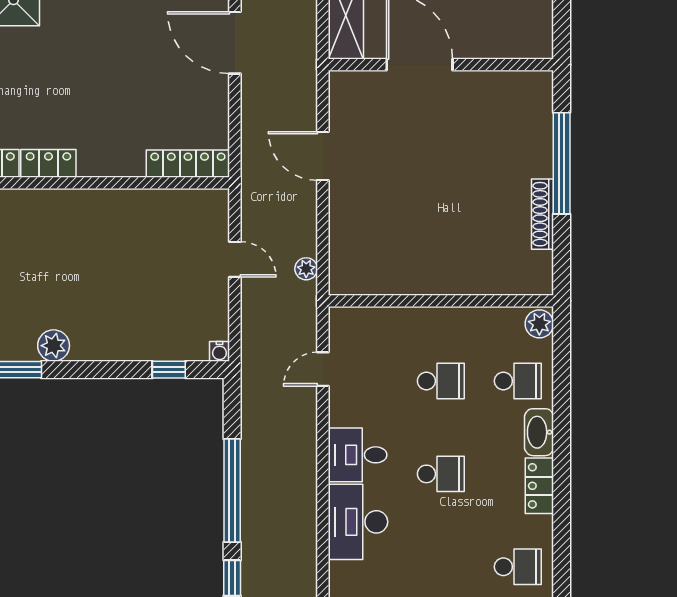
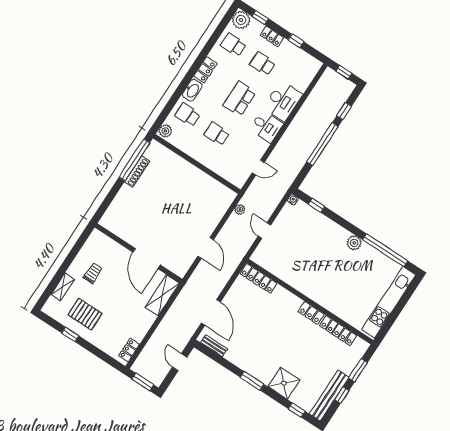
window: (562, 163) -> (134, 160), moved
school desk: (441, 474) -> (240, 99), width x1.85
school desk: (441, 567) -> (263, 64), added

